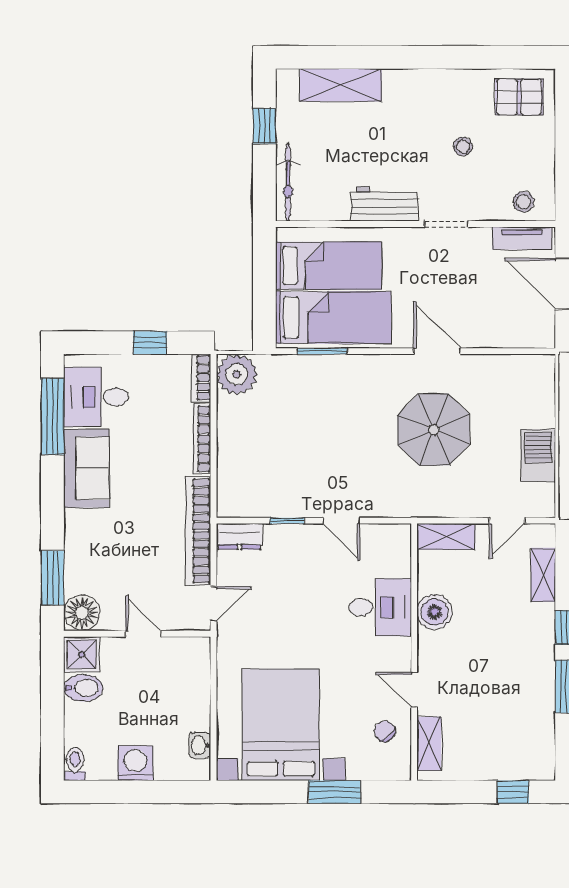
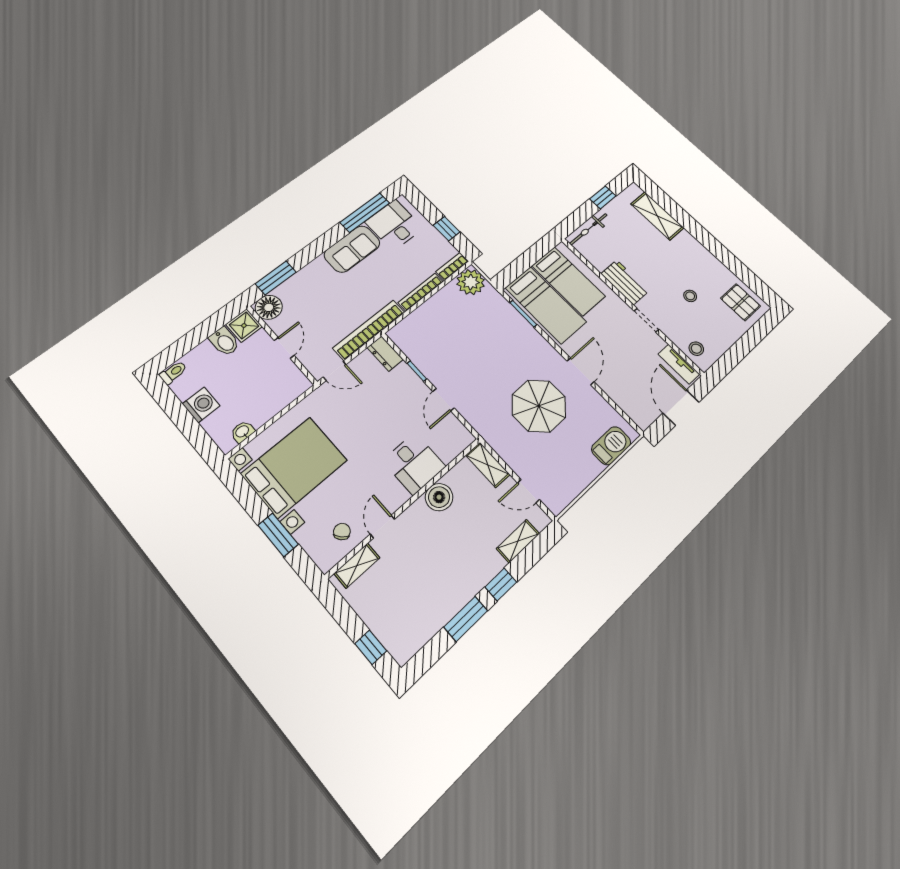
barbecue: (538, 455) -> (611, 446), moved

